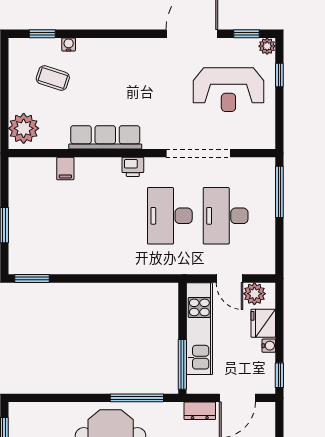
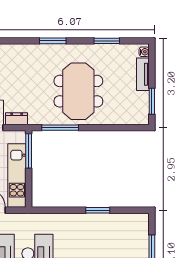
window: (32, 279) -> (98, 210), moved

